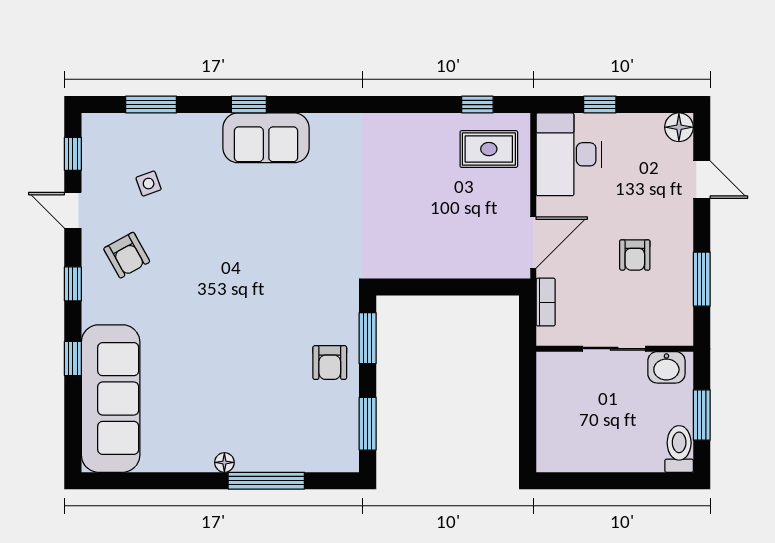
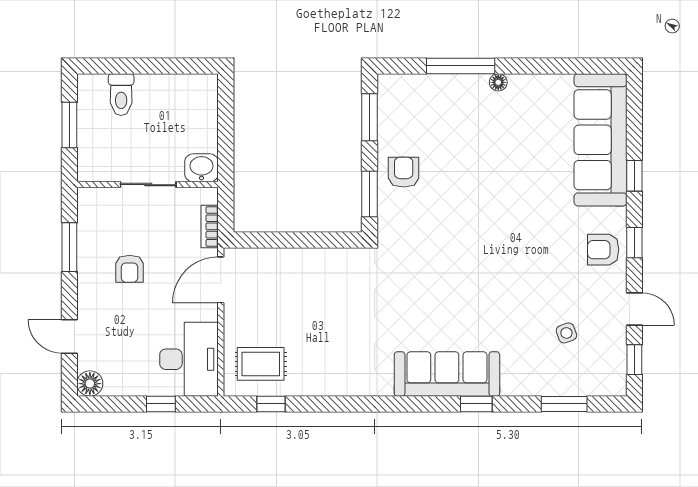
sofa: (266, 138) -> (447, 374), width x1.36
armchair: (127, 255) -> (603, 250), moved, turned -61
armchair: (635, 255) -> (130, 269), turned 180
washbasin: (666, 367) -> (202, 168), moved
toilet: (679, 449) -> (121, 95), moved

